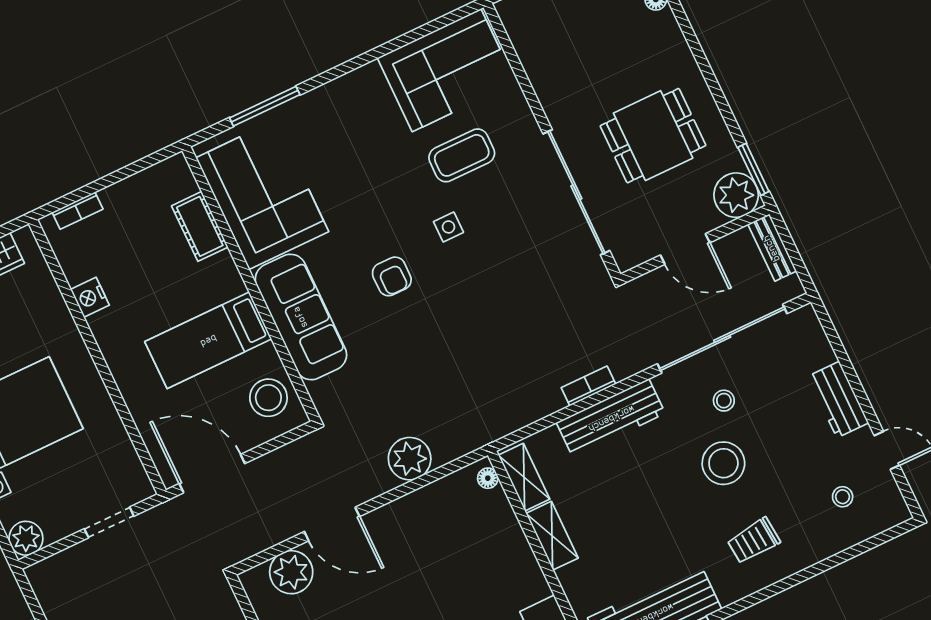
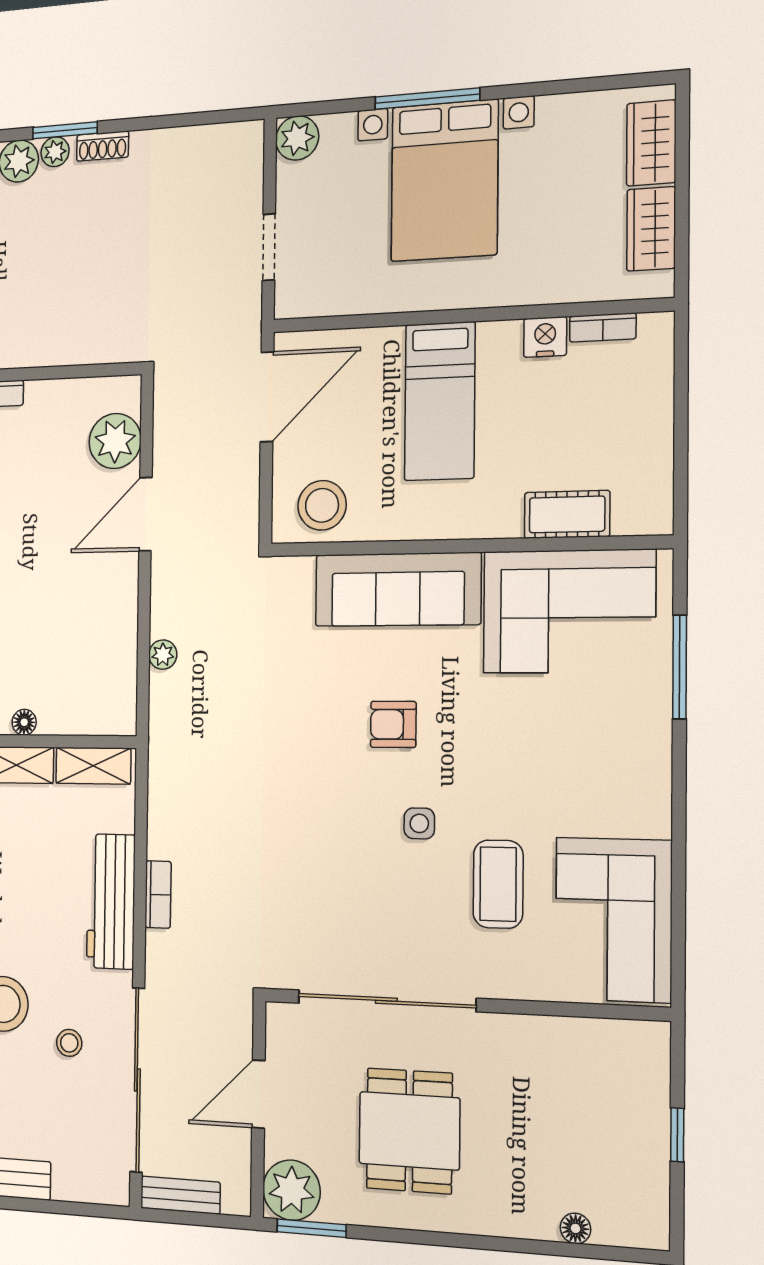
bookcase: (78, 211) -> (603, 327), moved, turned -90
bench: (772, 248) -> (180, 1195), moved
bed: (208, 340) -> (440, 401), moved, turned 180
plant: (410, 459) -> (163, 655), width x0.53, depth x0.53
floor lamp: (488, 478) -> (24, 722), moved

